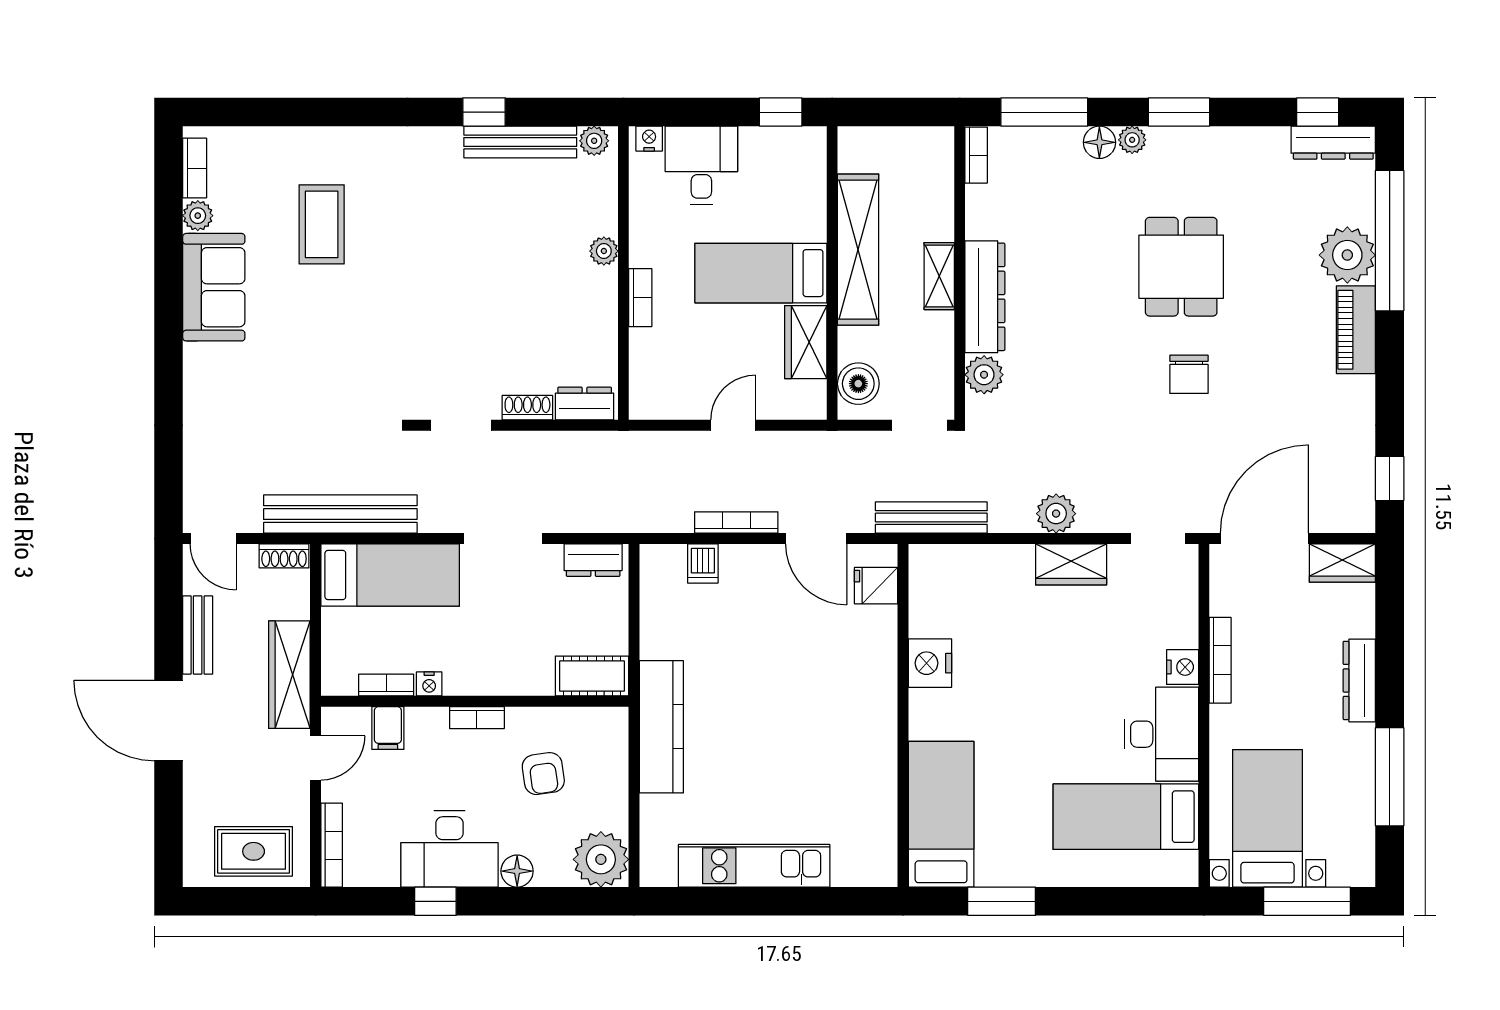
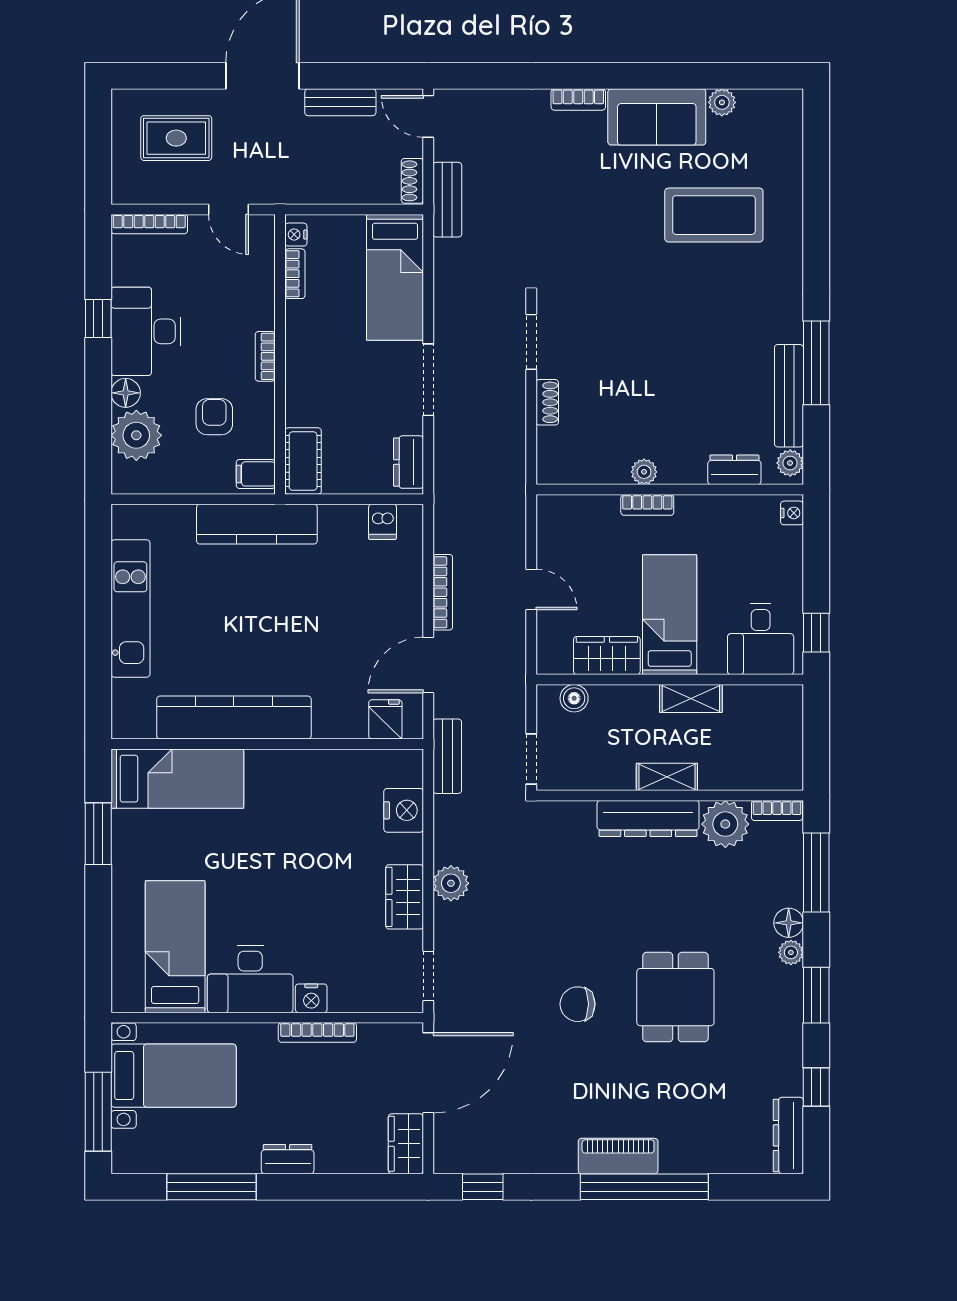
window: (484, 112) -> (816, 363), width x2.17
window: (1318, 112) -> (816, 1087), moved
desk: (701, 165) -> (761, 639), moved, turned 90
bookcase: (195, 168) -> (578, 100), moved
coffee table: (322, 224) -> (714, 215), width x1.36, depth x1.32
window: (1390, 241) -> (644, 1187), moved
shelving: (858, 250) -> (691, 698), width x0.45, depth x0.75
plant: (604, 251) -> (644, 472), moved
plant: (1347, 255) -> (686, 1148), removed
dining table: (1181, 267) -> (675, 997), turned 90
plant: (984, 375) -> (725, 824), moved, width x1.36, depth x1.36
boiler: (858, 384) -> (574, 698), width x0.73, depth x0.73
dresser: (585, 404) -> (734, 470), moved, turned -90
bench: (340, 514) -> (447, 200), width x0.54, depth x0.82
bench: (931, 518) -> (447, 756), width x0.73
door: (213, 538) -> (428, 116), hinge flipped
door: (1264, 538) -> (428, 1073), hinge flipped
dishwasher: (703, 563) -> (383, 522), moved, turned -90
nightstand: (930, 663) -> (404, 810), moved, turned 90
wardrobe: (289, 675) -> (304, 186), removed
dresser: (1359, 680) -> (288, 1159), width x0.70
nightstand: (429, 684) -> (296, 235), moved
filing cabinet: (388, 728) -> (256, 474), moved
kitchen counter: (874, 752) -> (234, 718), added
armchair: (543, 774) -> (214, 417), turned 98
rug: (254, 851) -> (176, 138), moved, turned 90
plant: (601, 859) -> (136, 435), moved

